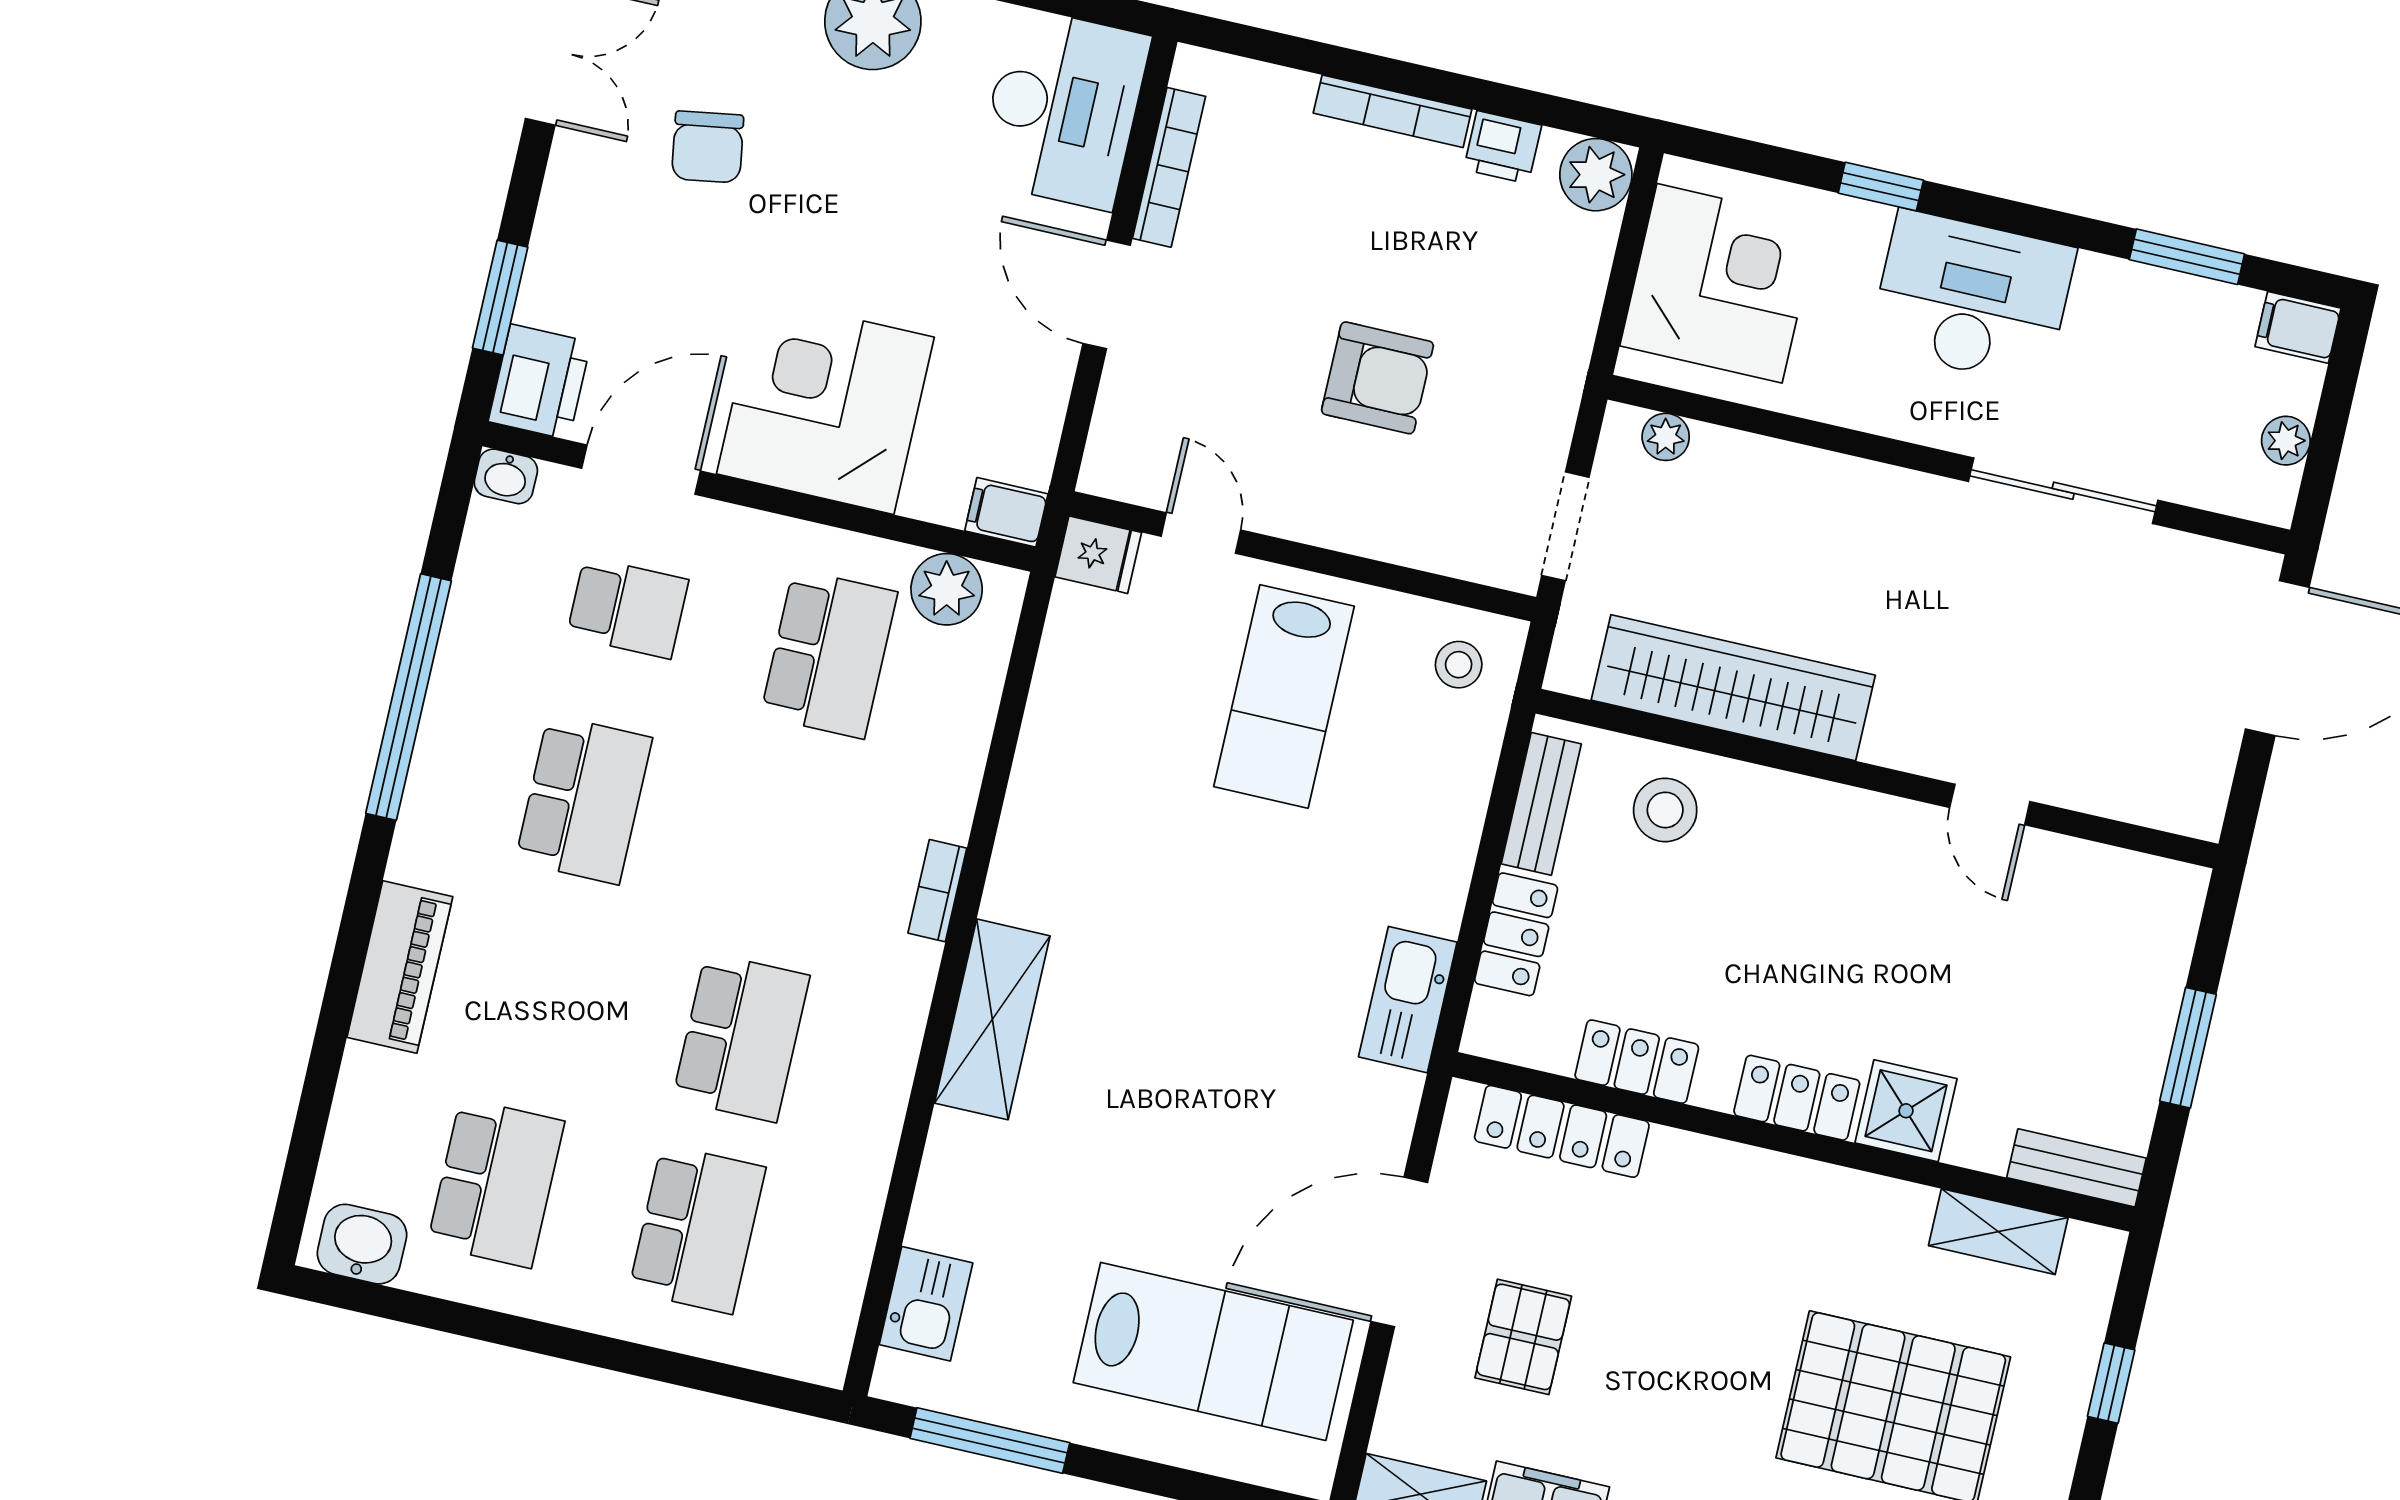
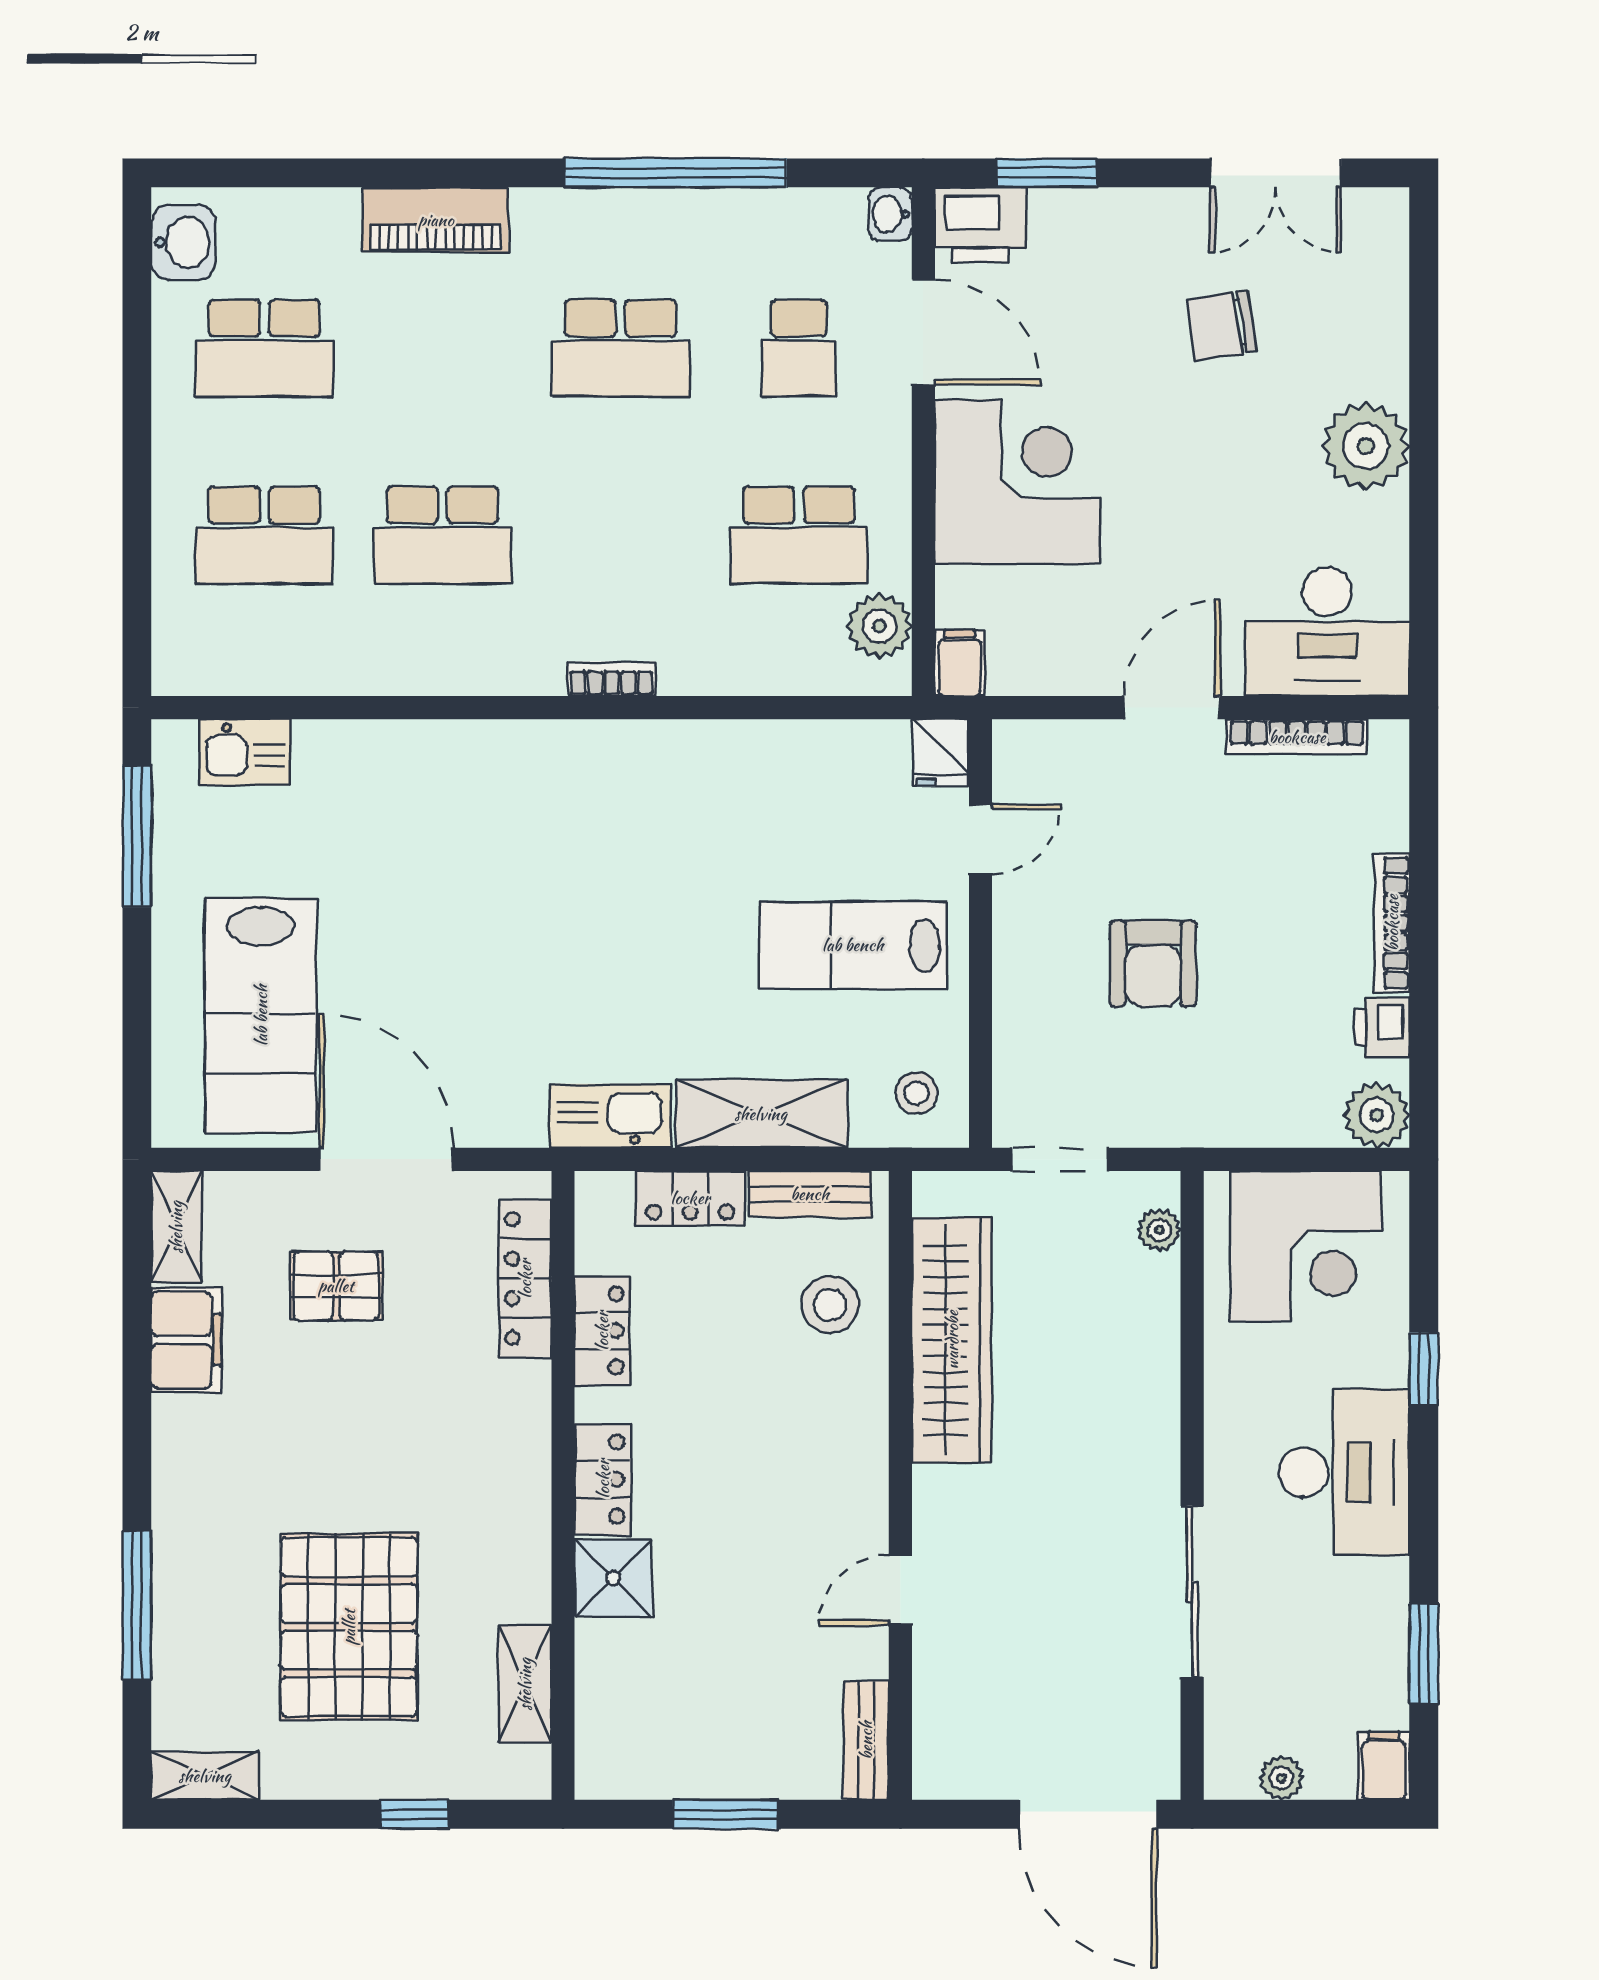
shelving: (992, 1019) -> (761, 1114), moved
bench: (2077, 1168) -> (866, 1740), moved

